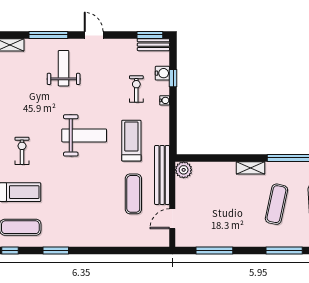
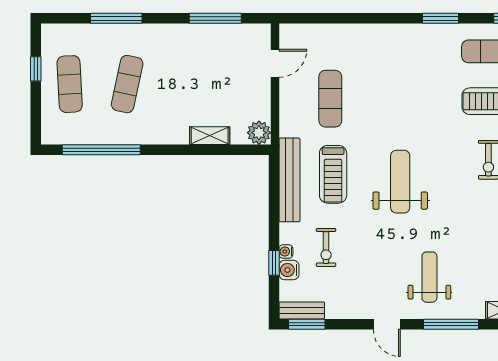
weight bench: (64, 68) -> (429, 277), turned 180
water cooler: (165, 100) -> (286, 252), moved
weight bench: (84, 135) -> (400, 182), turned 90
shelving: (251, 168) -> (210, 136), moved
bench: (162, 175) -> (289, 180), moved

